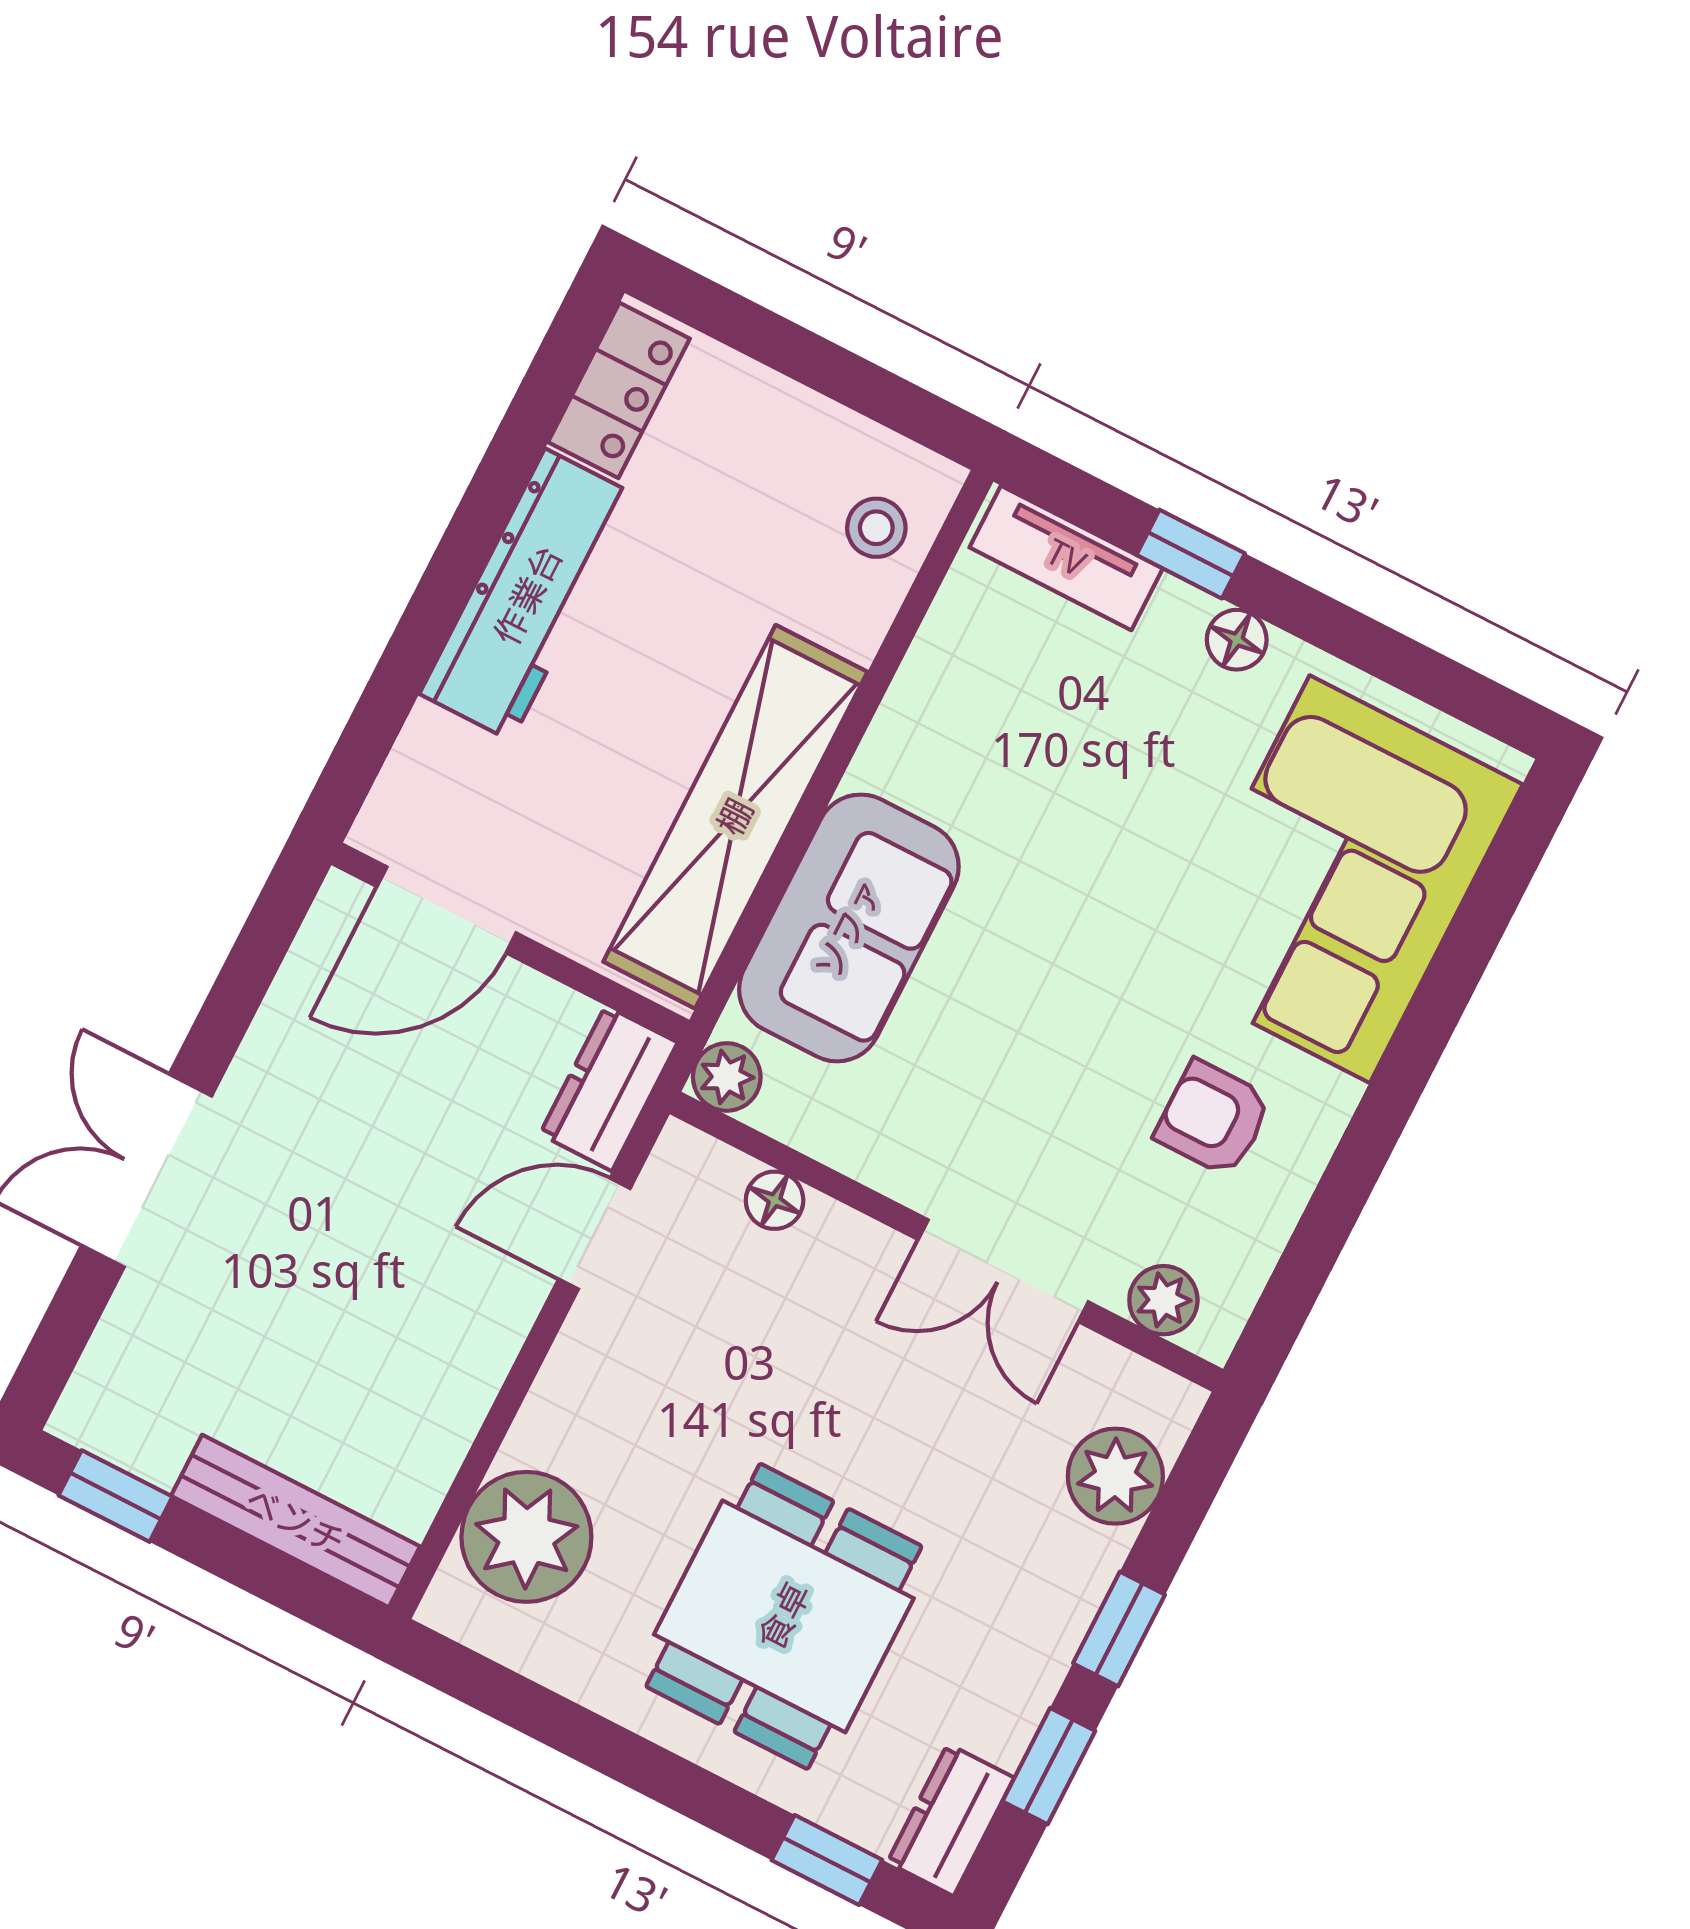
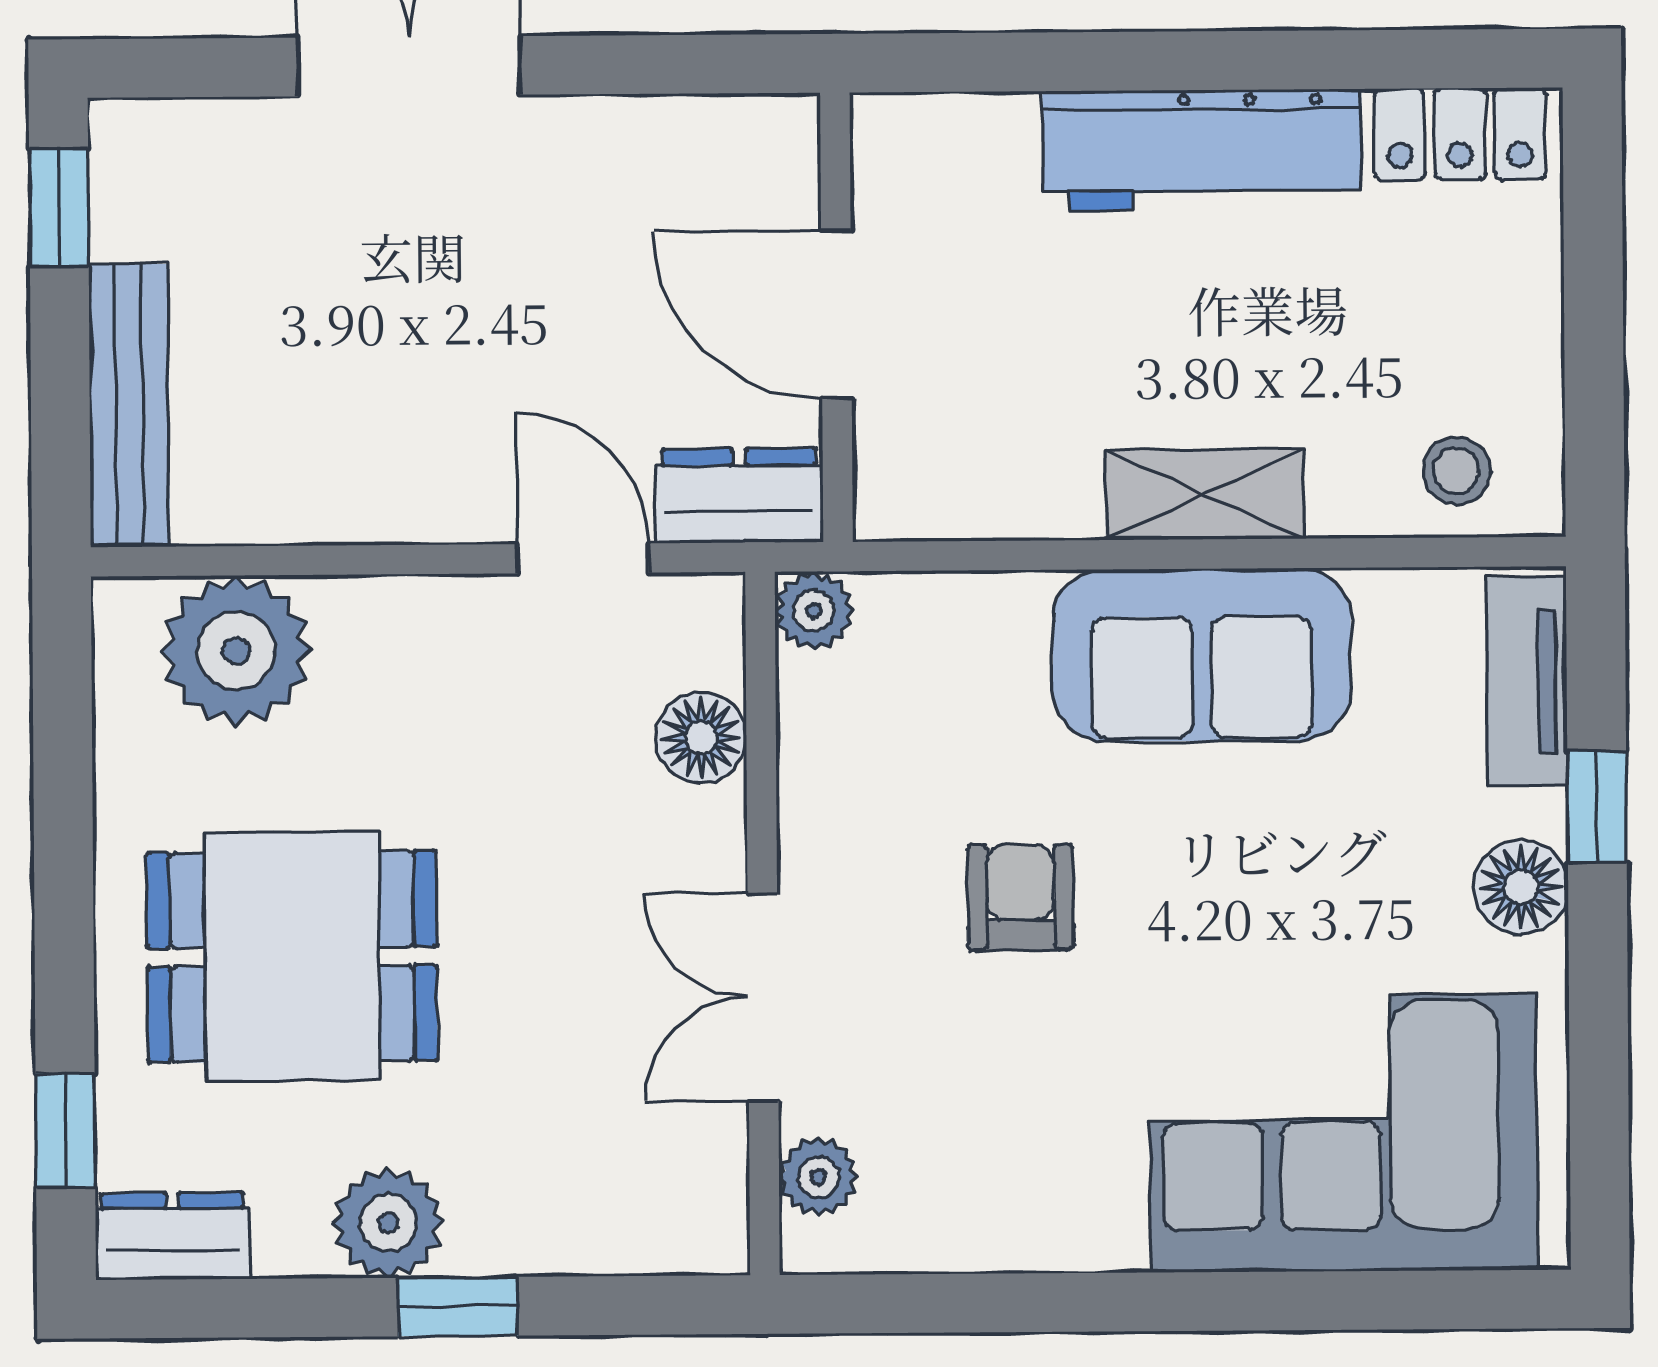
floor lamp: (1237, 640) -> (1521, 887), width x1.37, depth x1.37
shelving: (735, 817) -> (1204, 495), width x0.45, depth x0.75
door: (447, 910) -> (836, 315), moved
sofa: (849, 928) -> (1202, 655), moved
armchair: (1213, 1118) -> (1021, 897), moved
floor lamp: (775, 1200) -> (701, 738), width x1.37, depth x1.37
plant: (1115, 1476) -> (388, 1223), moved
window: (1049, 1766) -> (280, 1308), removed

